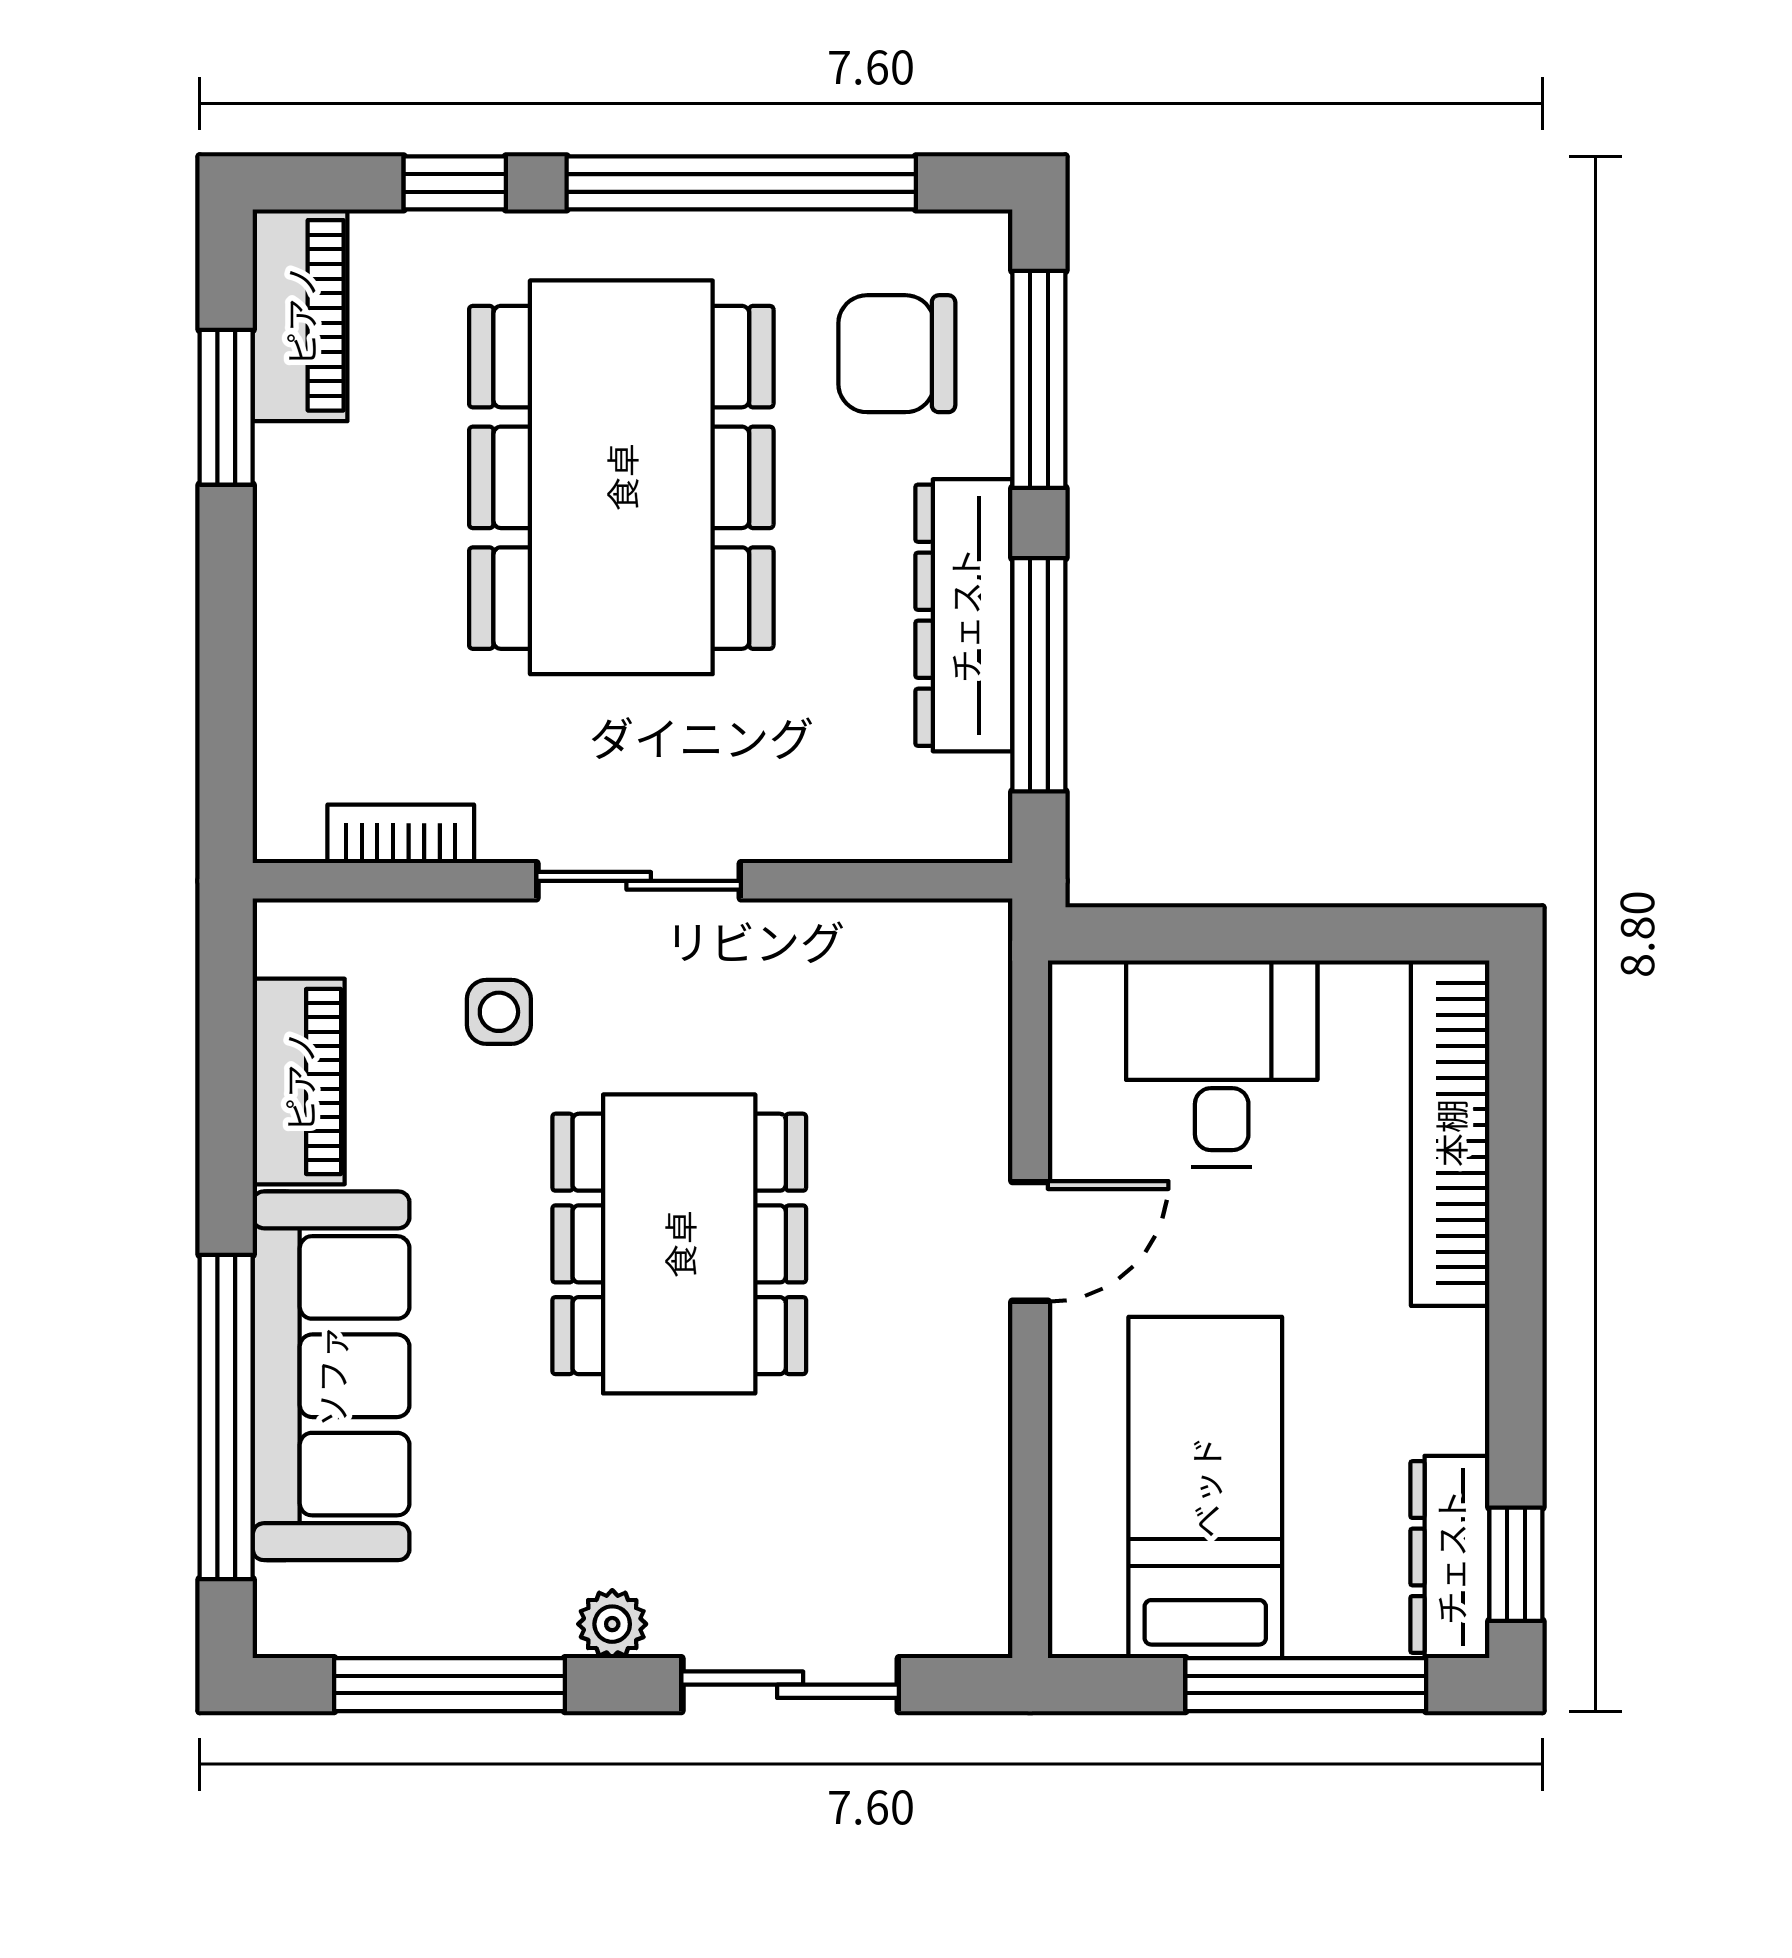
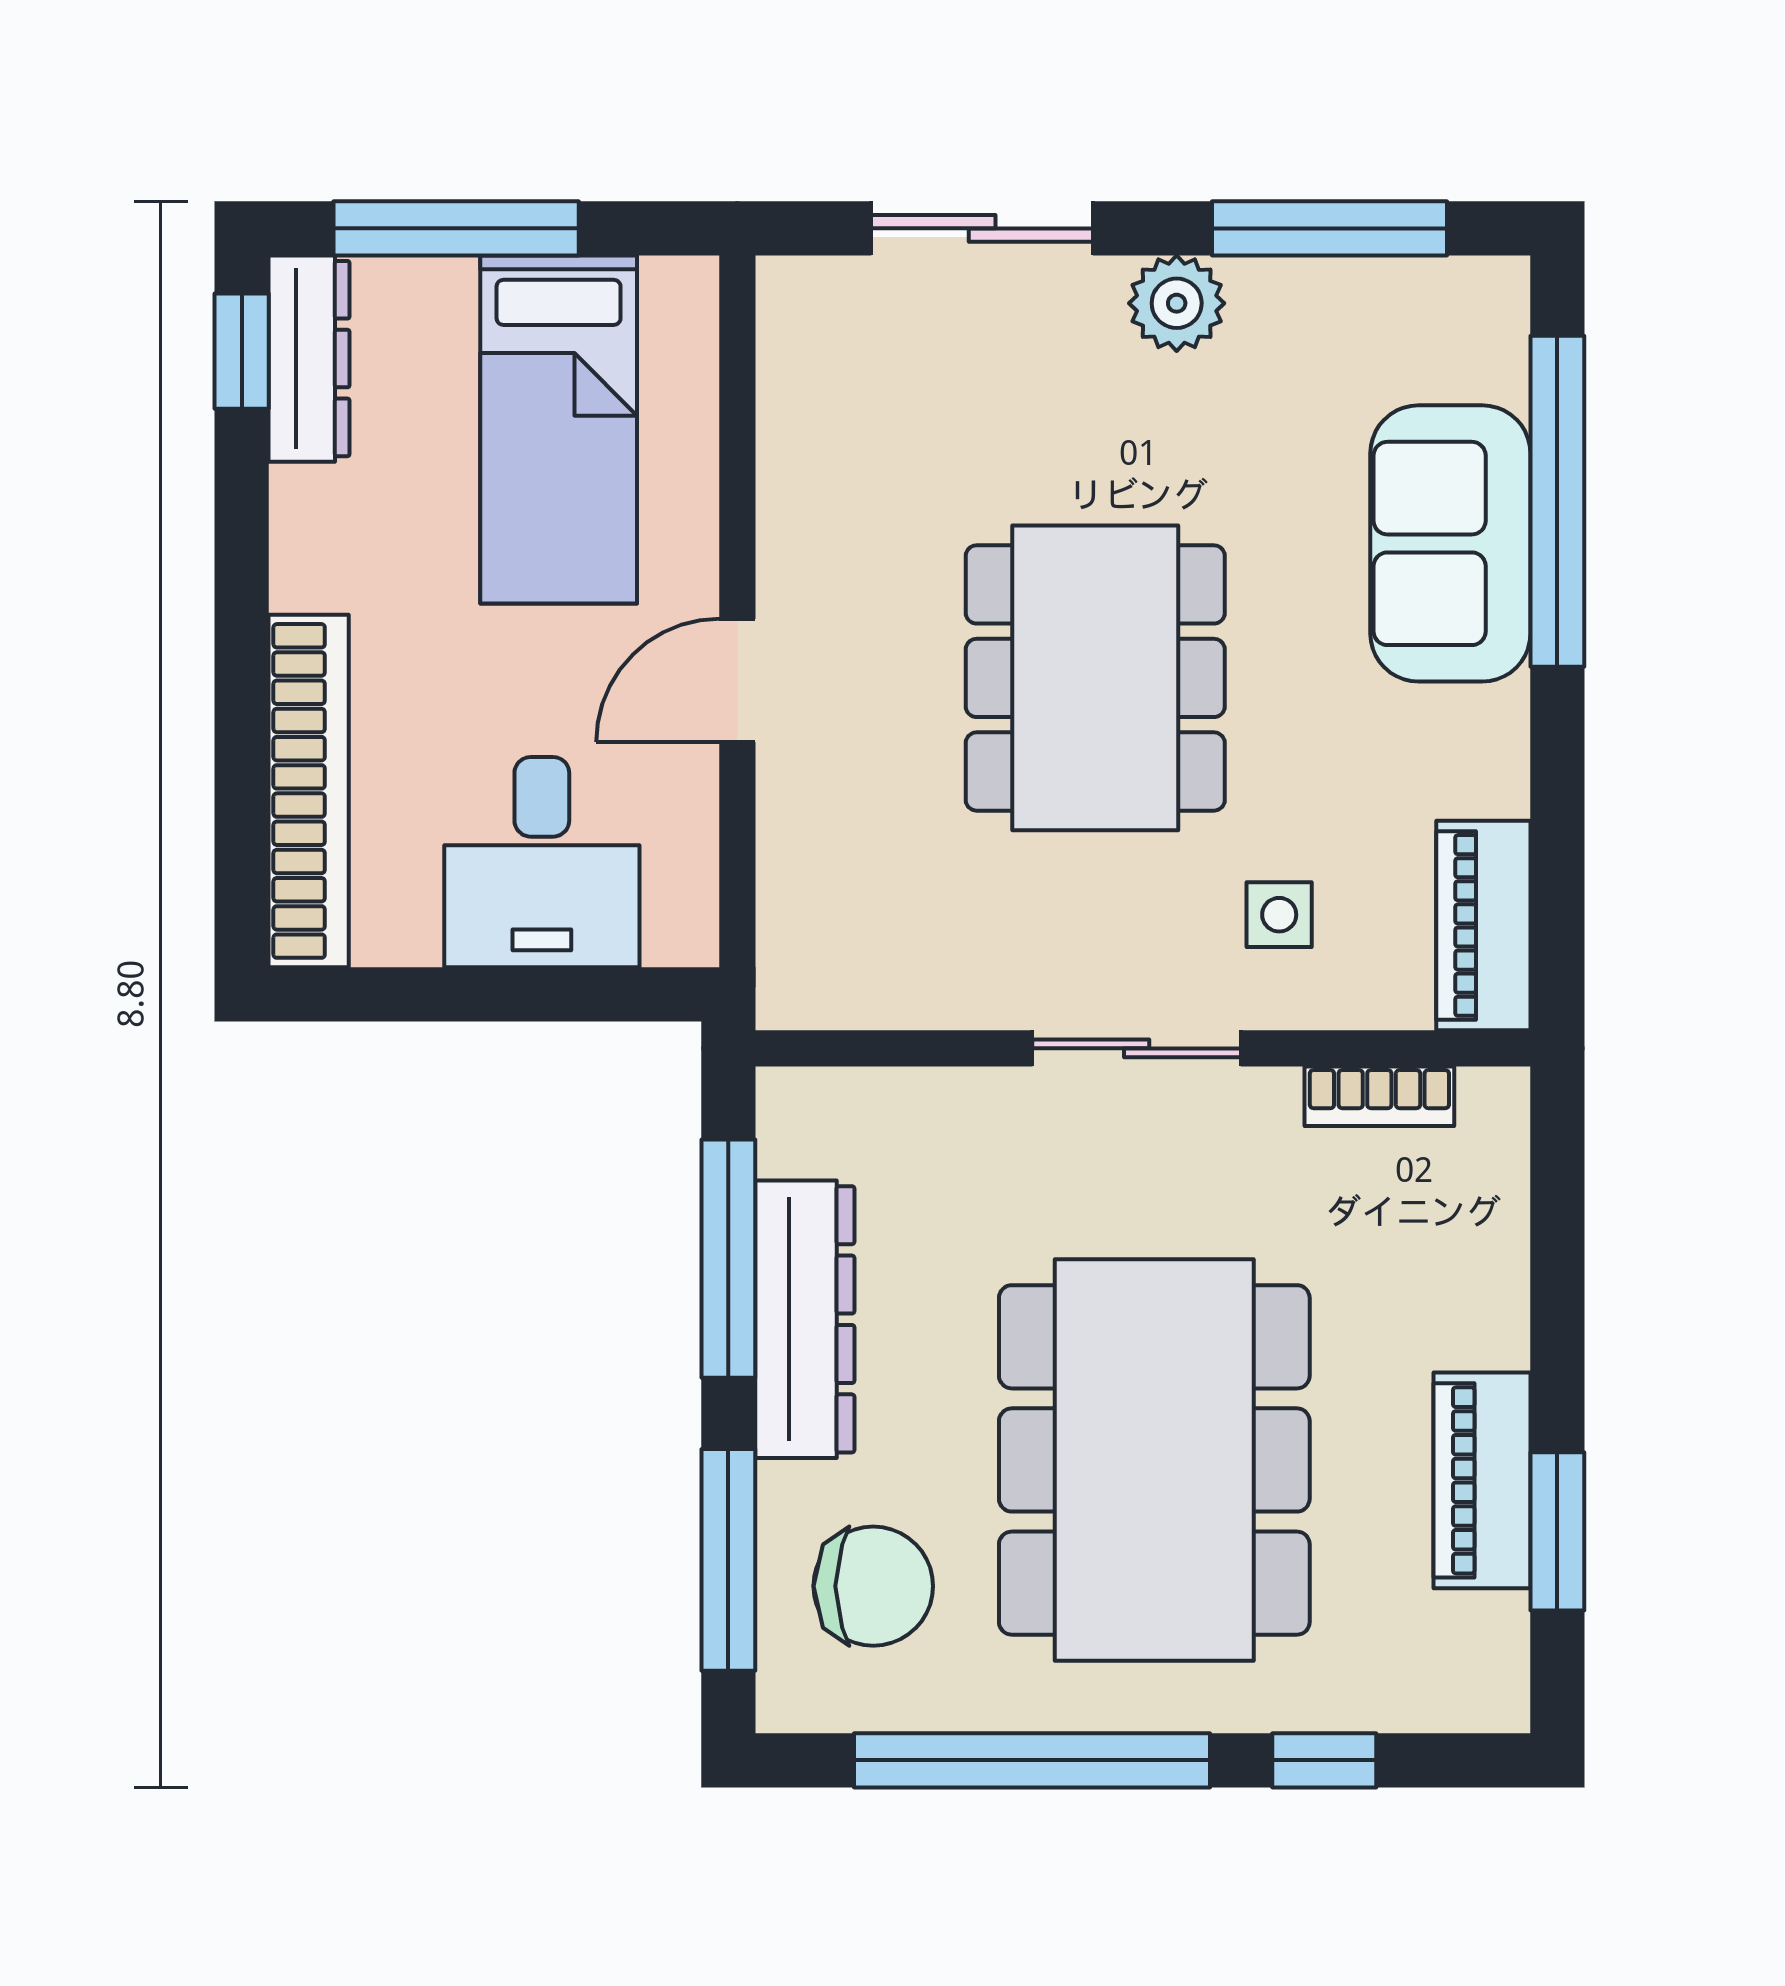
piano: (300, 315) -> (1482, 1480), moved
piano: (299, 1081) -> (1483, 925), moved
sofa: (331, 1376) -> (1450, 543), width x0.73
plant: (612, 1624) -> (1177, 303), width x1.38, depth x1.38

